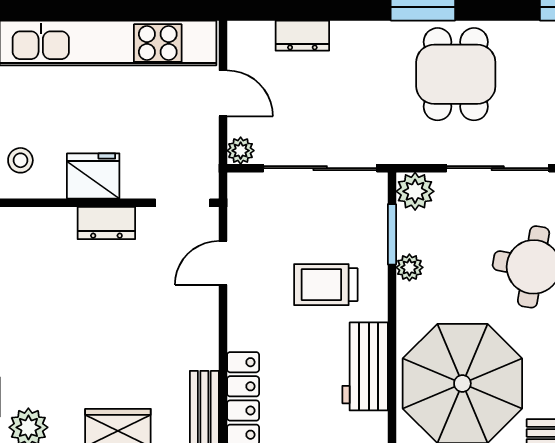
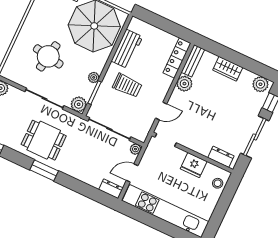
dresser: (302, 36) -> (111, 189), moved
dining table: (456, 74) -> (44, 140), turned 90
door: (223, 93) -> (132, 173), hinge flipped
dresser: (106, 223) -> (221, 157), moved
plant: (200, 349) -> (184, 84), added

